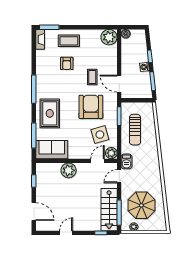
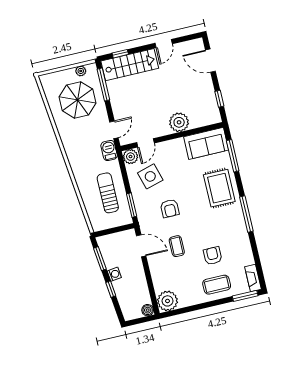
armchair: (91, 107) -> (170, 208), width x0.53, depth x0.53
stairs: (109, 210) -> (130, 65), moved, turned 90

